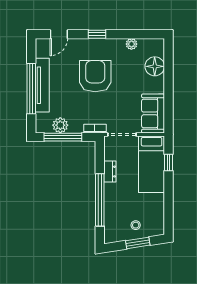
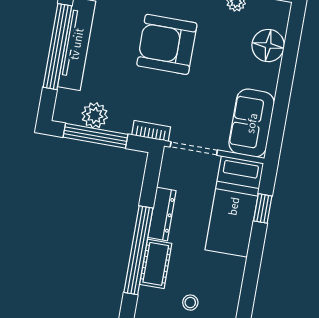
armchair: (95, 76) -> (167, 44), turned -90
dresser: (110, 172) -> (162, 214), width x1.44
cot: (111, 206) -> (156, 264), added

